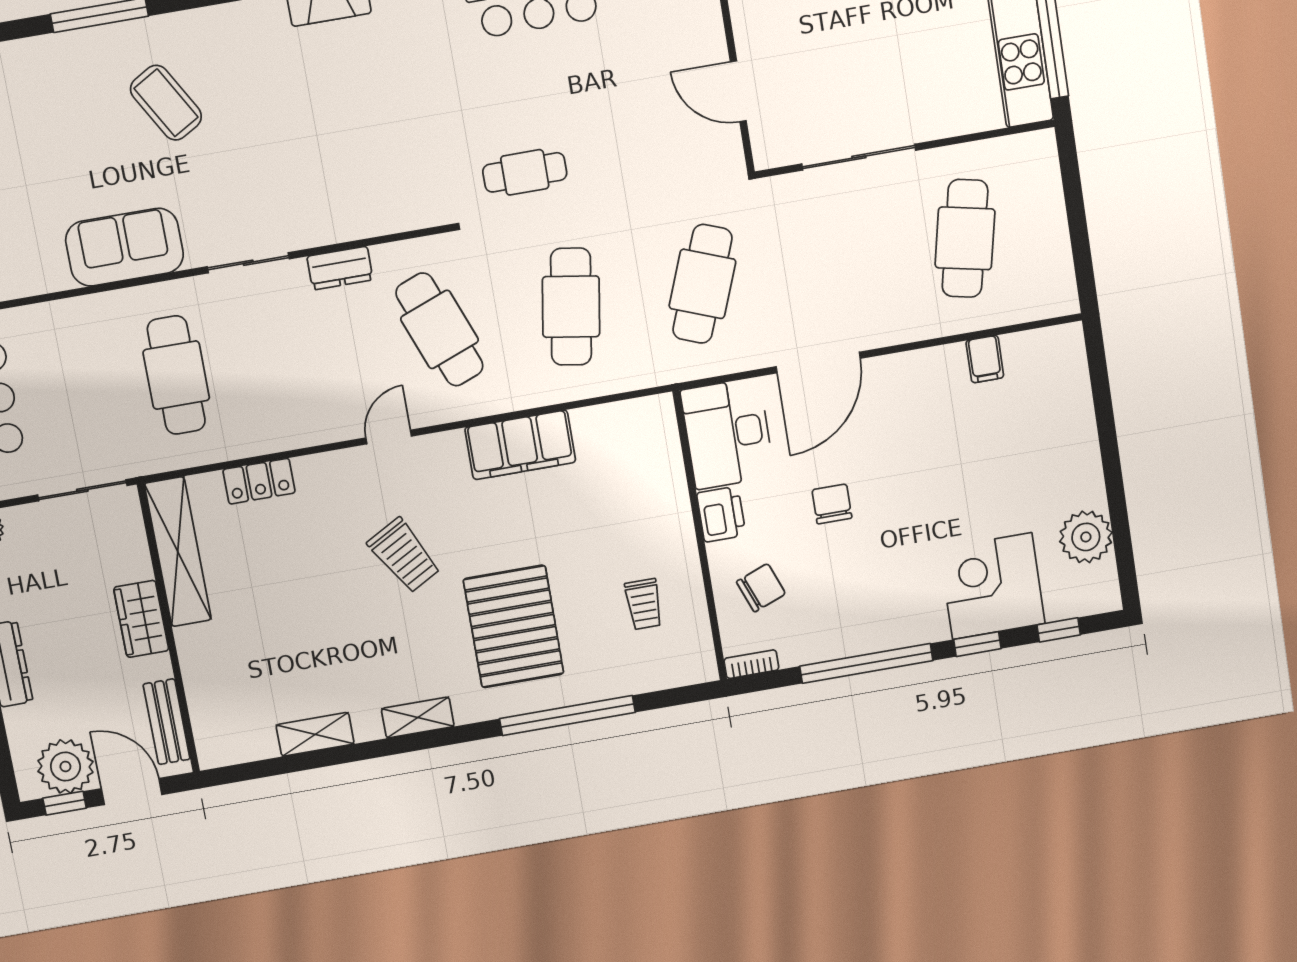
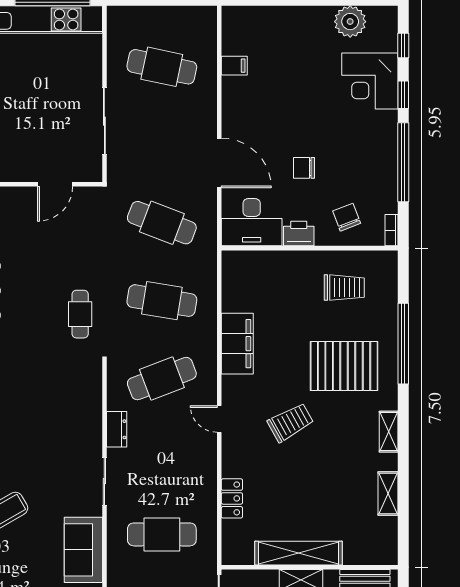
shelving: (178, 552) -> (299, 553), moved
trolley: (644, 604) -> (344, 288), width x1.36, depth x1.39

